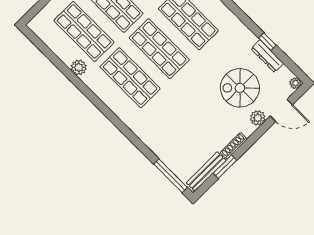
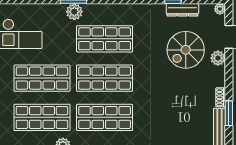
shoe rack: (234, 146) -> (221, 97), width x0.70

